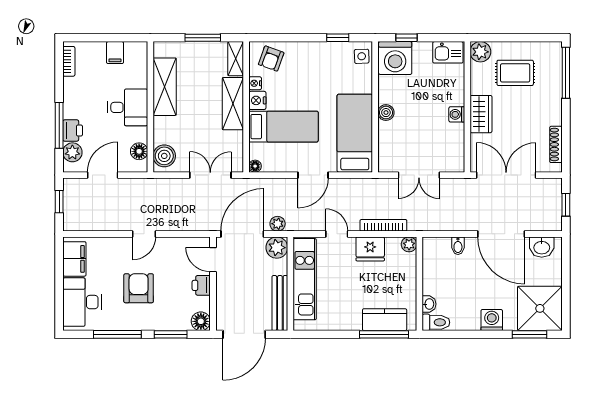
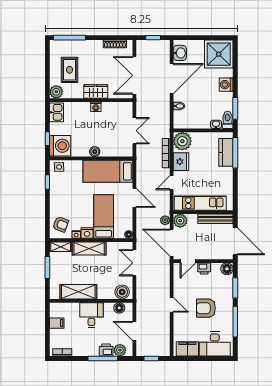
plant: (409, 244) -> (182, 141), width x1.88, depth x1.88
window: (529, 334) -> (235, 108), moved

